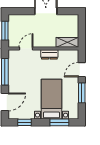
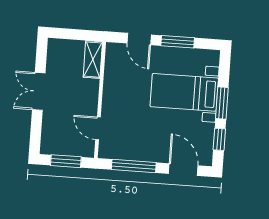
dresser: (49, 54) -> (110, 91), removed
window: (59, 122) -> (222, 103), moved

